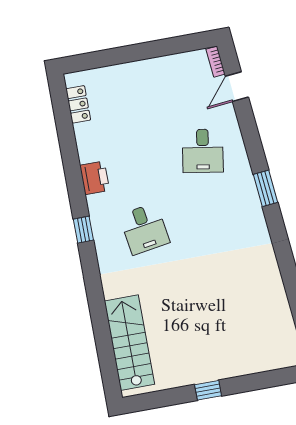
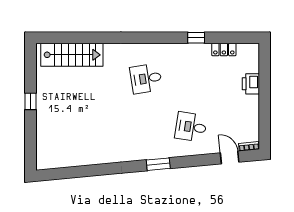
locker: (78, 104) -> (224, 49), moved
printer: (95, 178) -> (251, 84), moved, turned 90
window: (83, 230) -> (196, 38), moved

